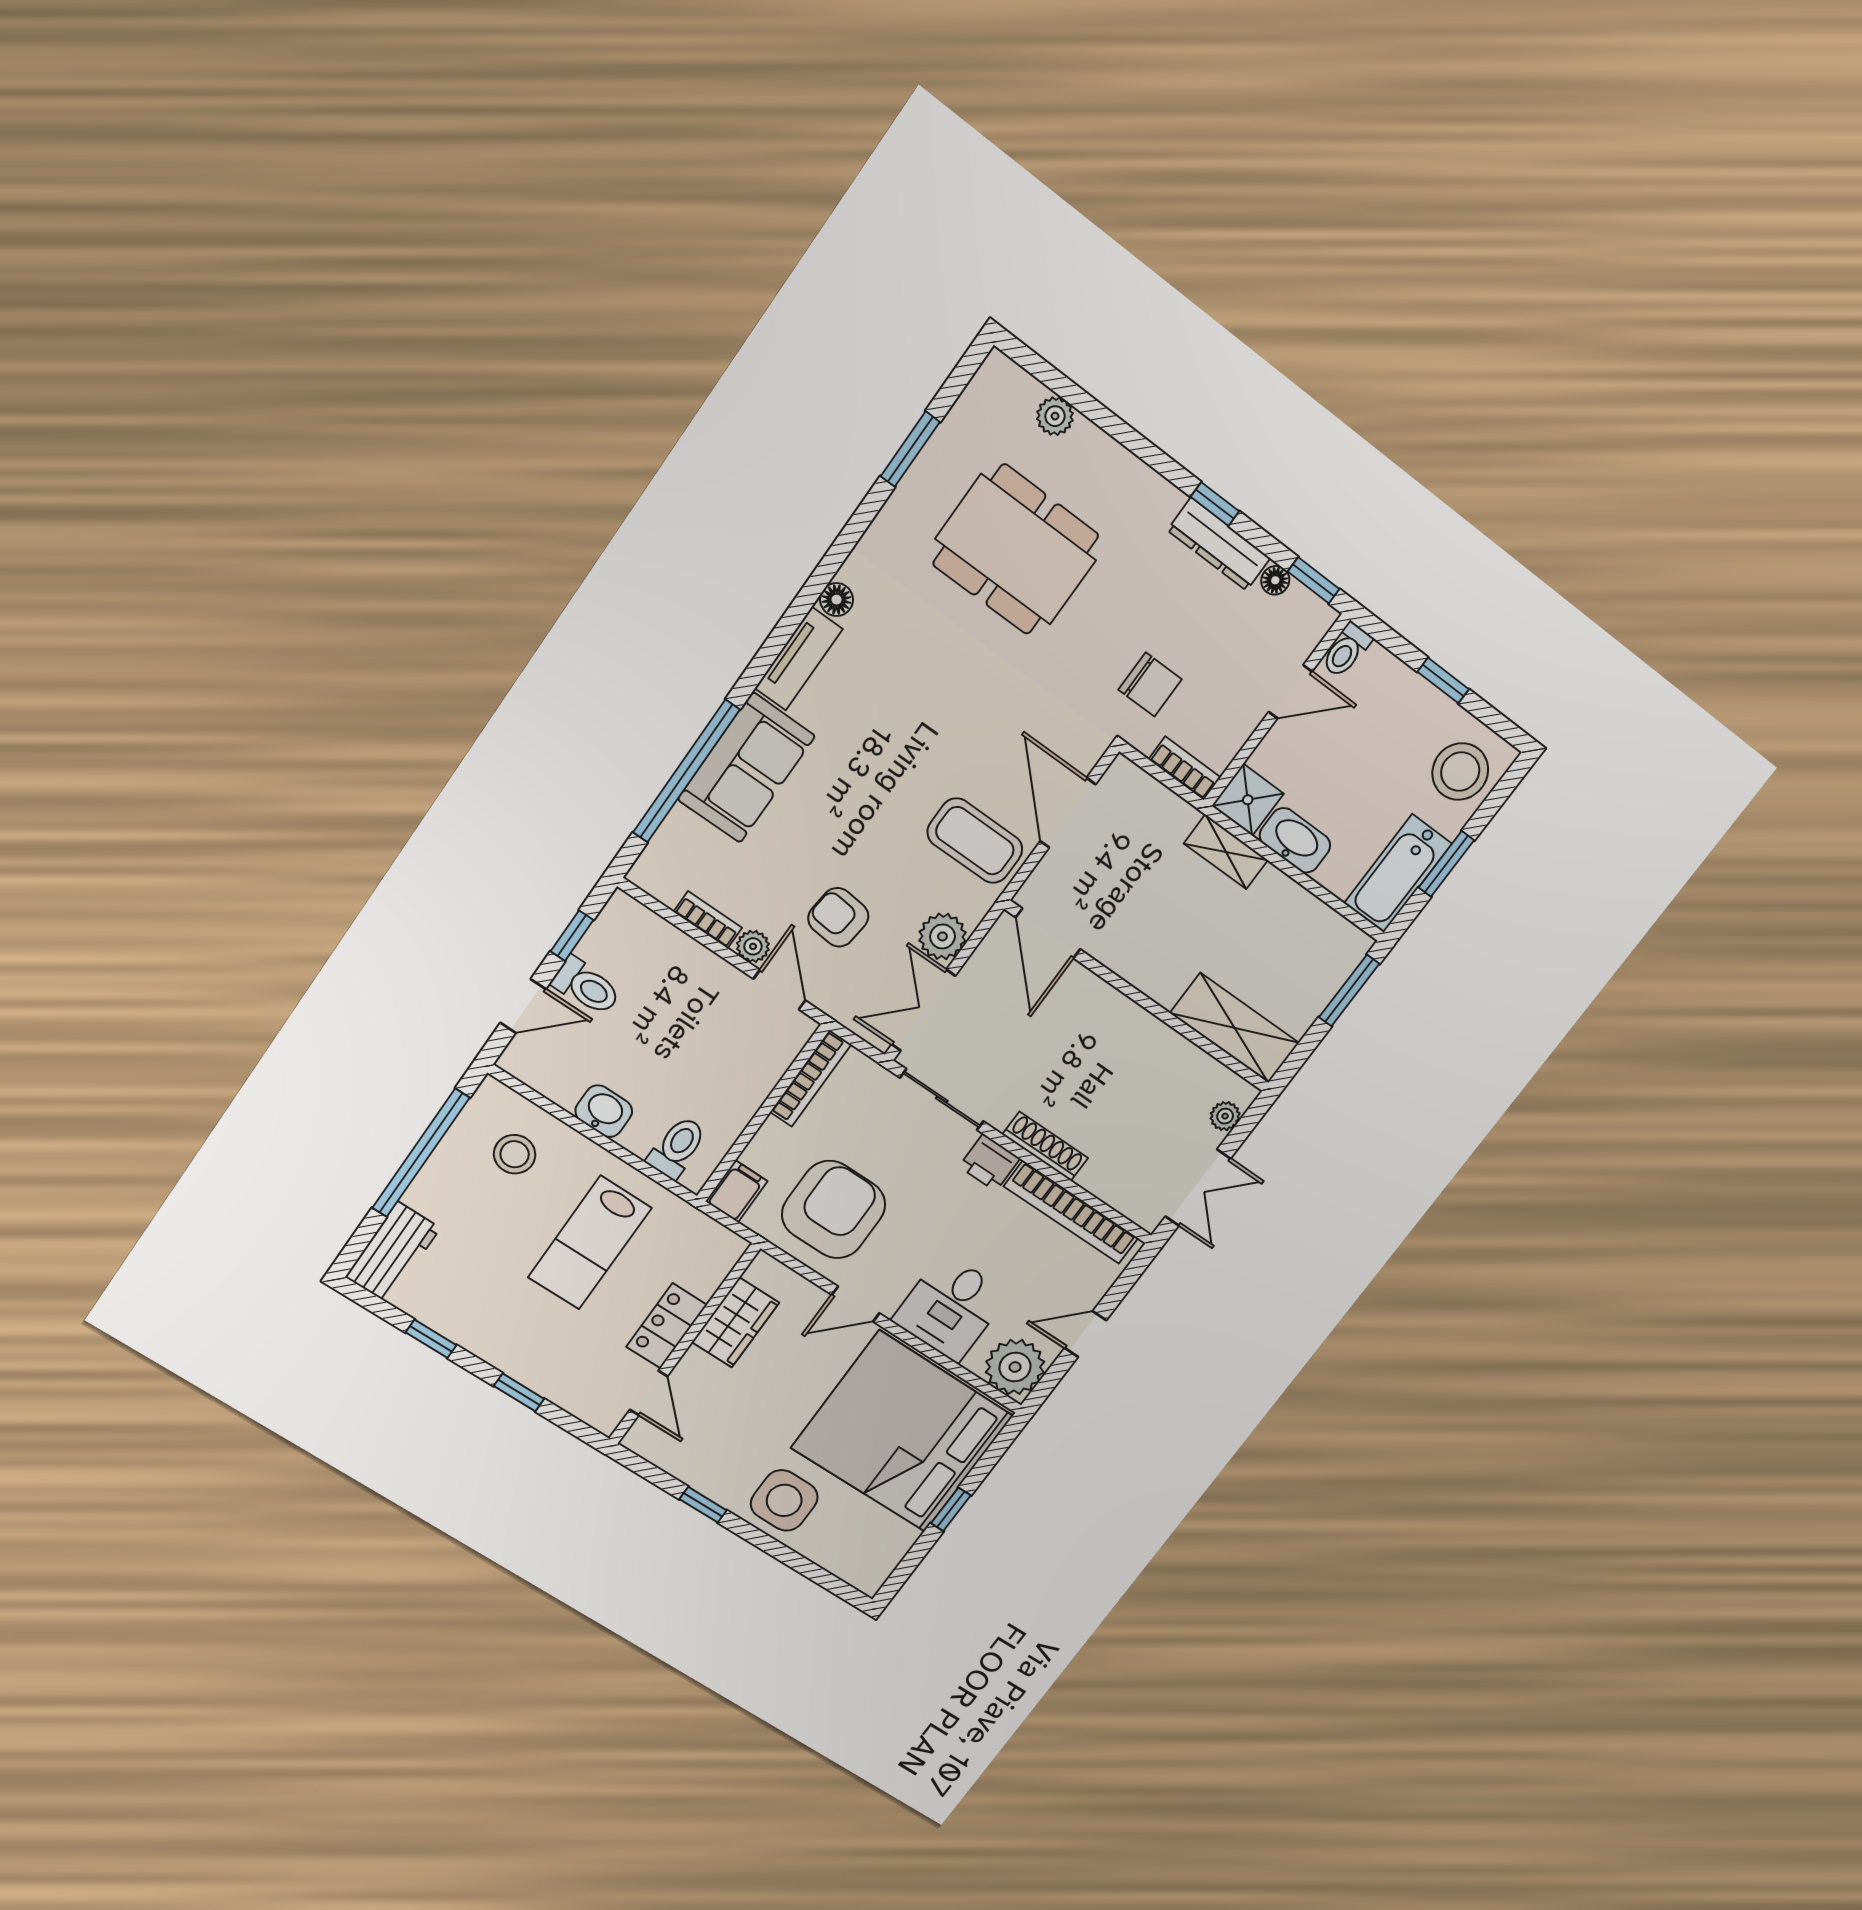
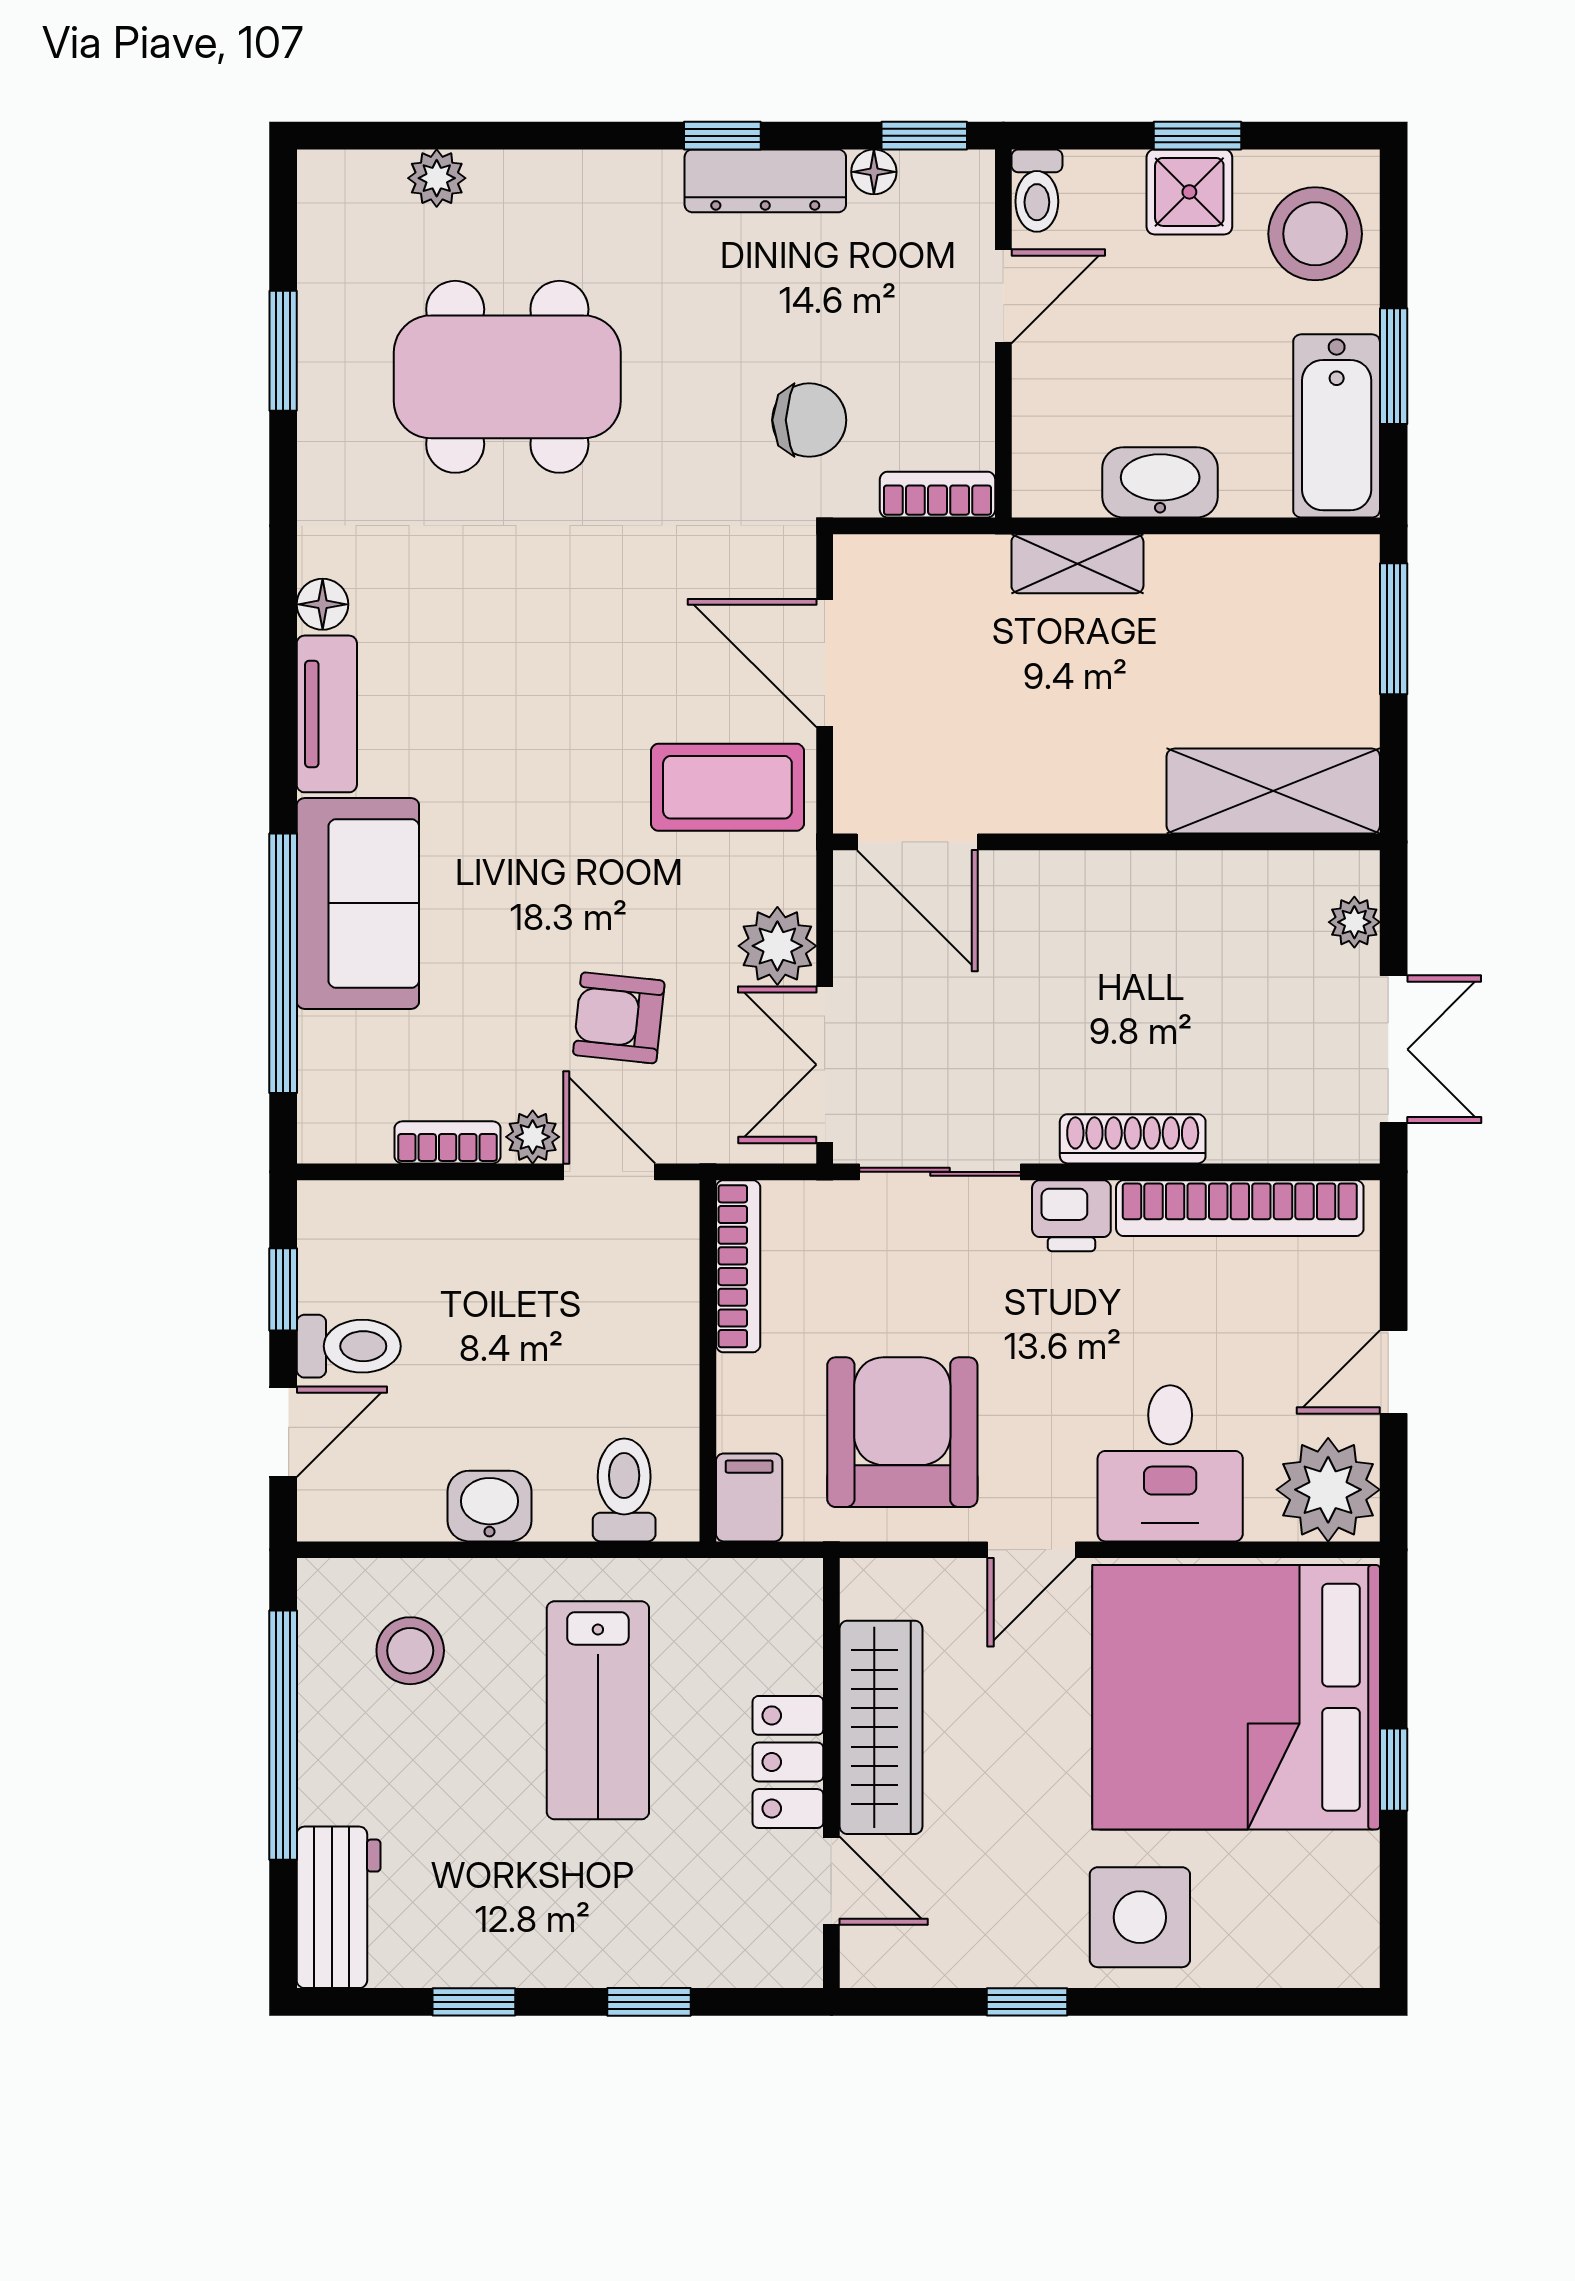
shower: (1248, 800) -> (1189, 192), moved
wardrobe: (735, 1322) -> (881, 1727), width x1.50

